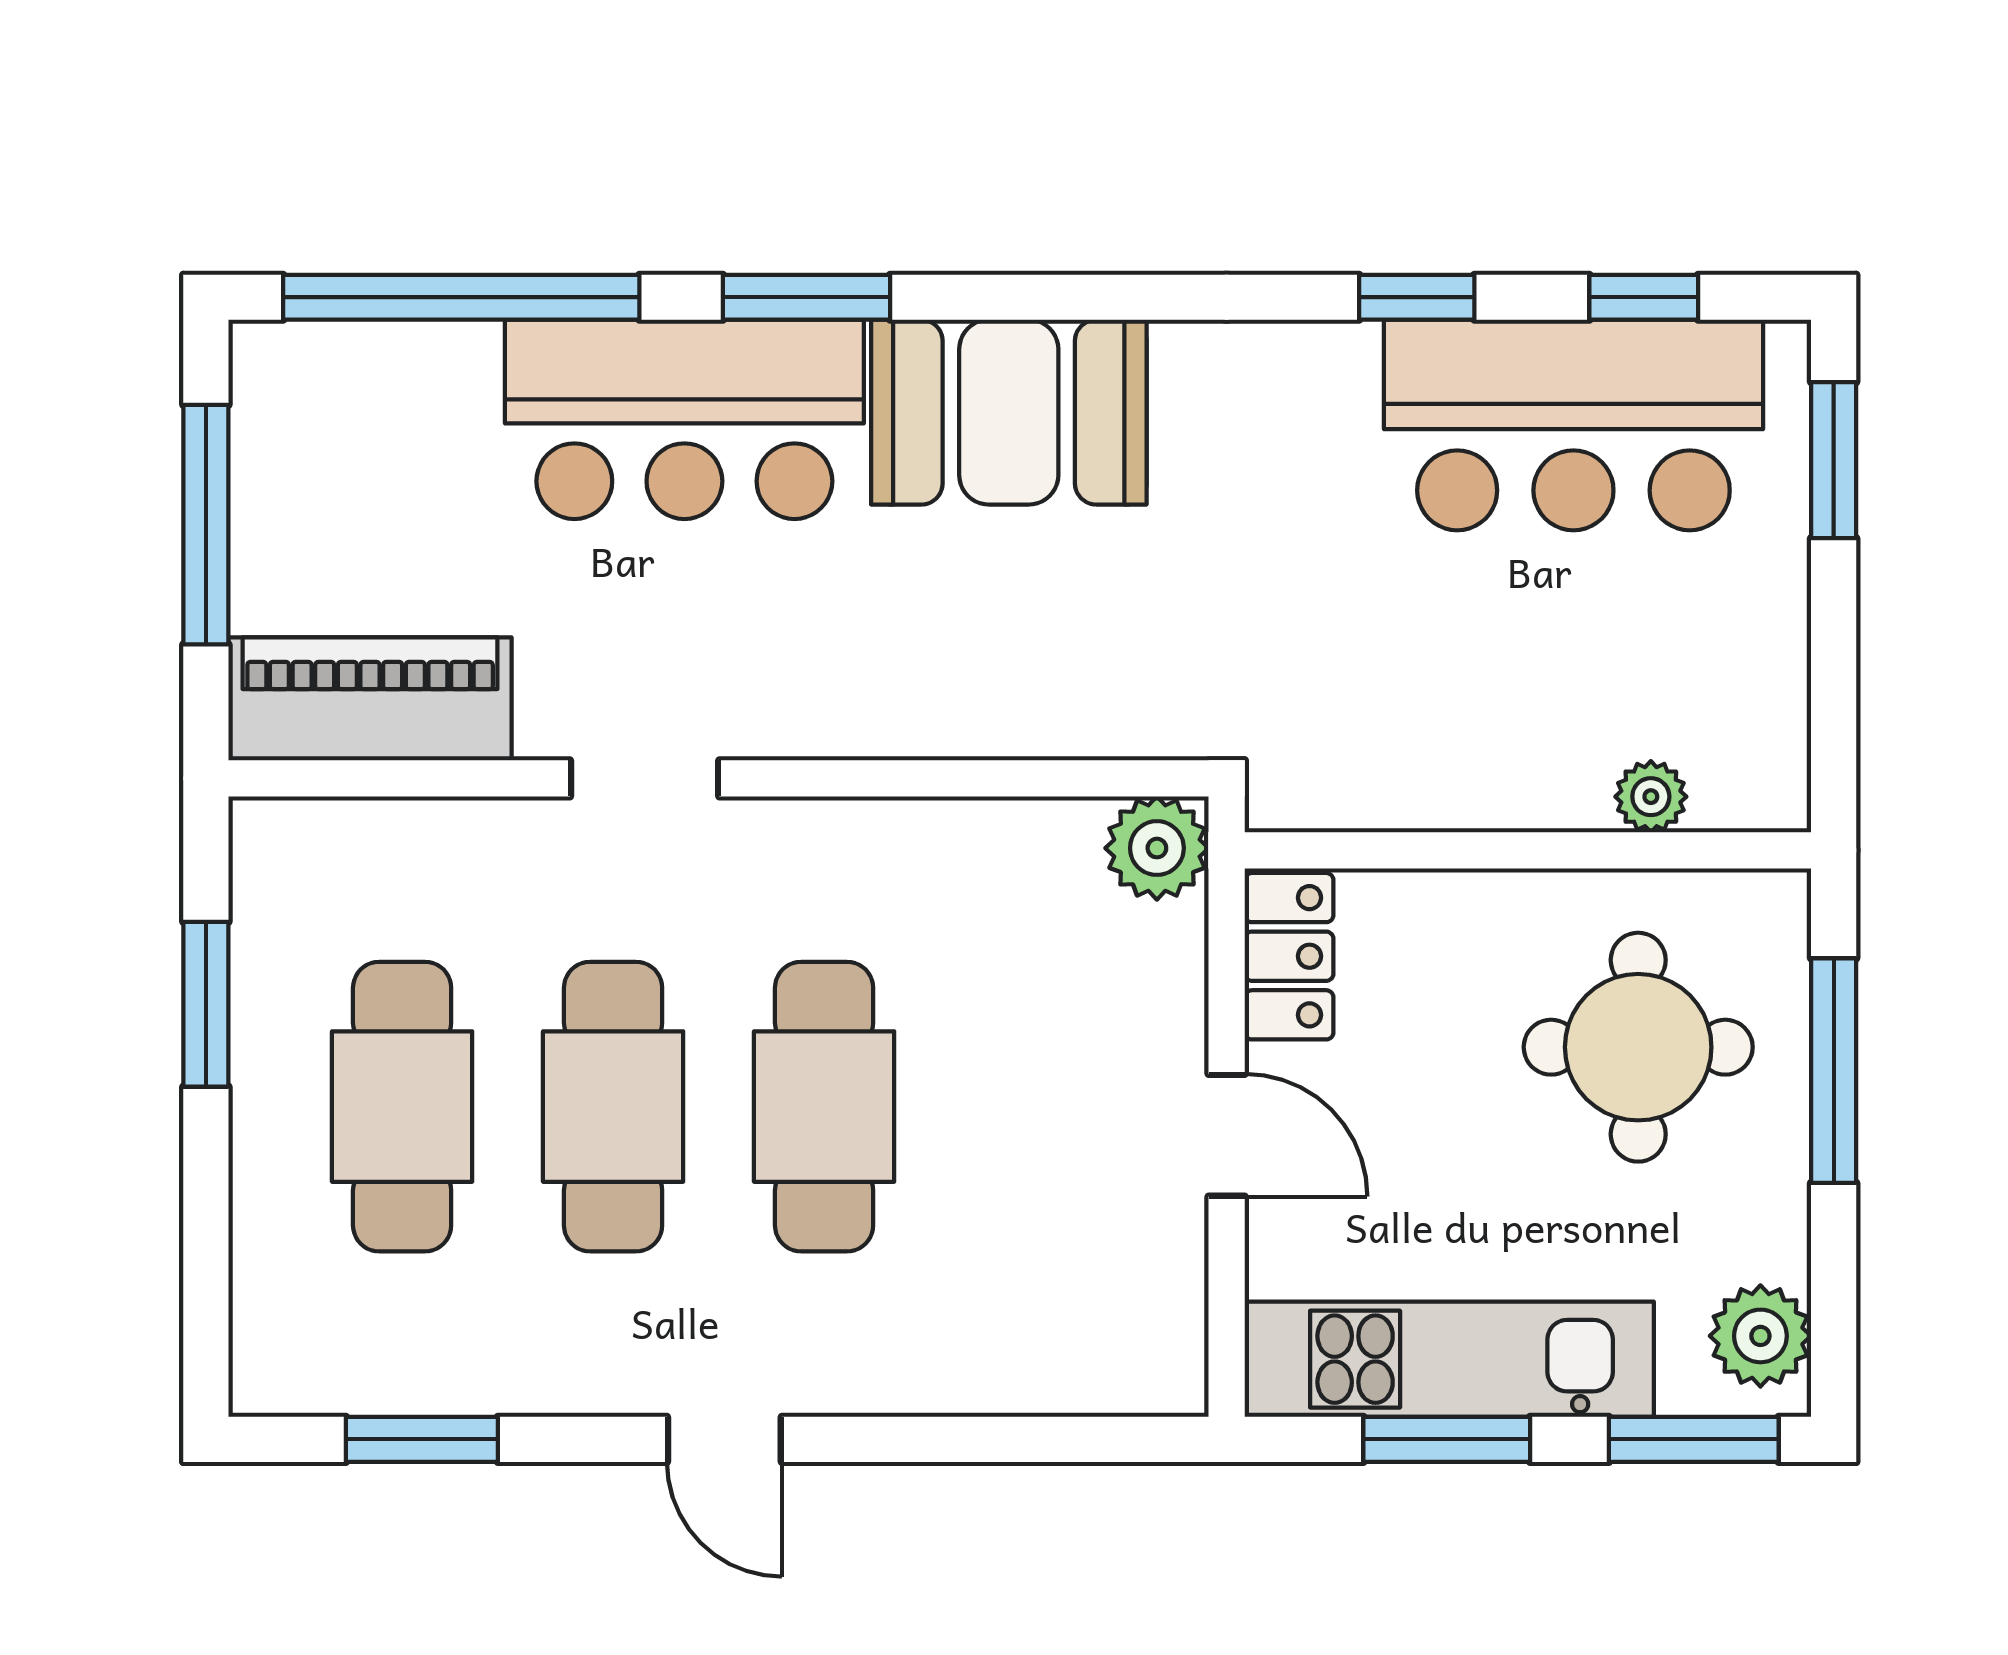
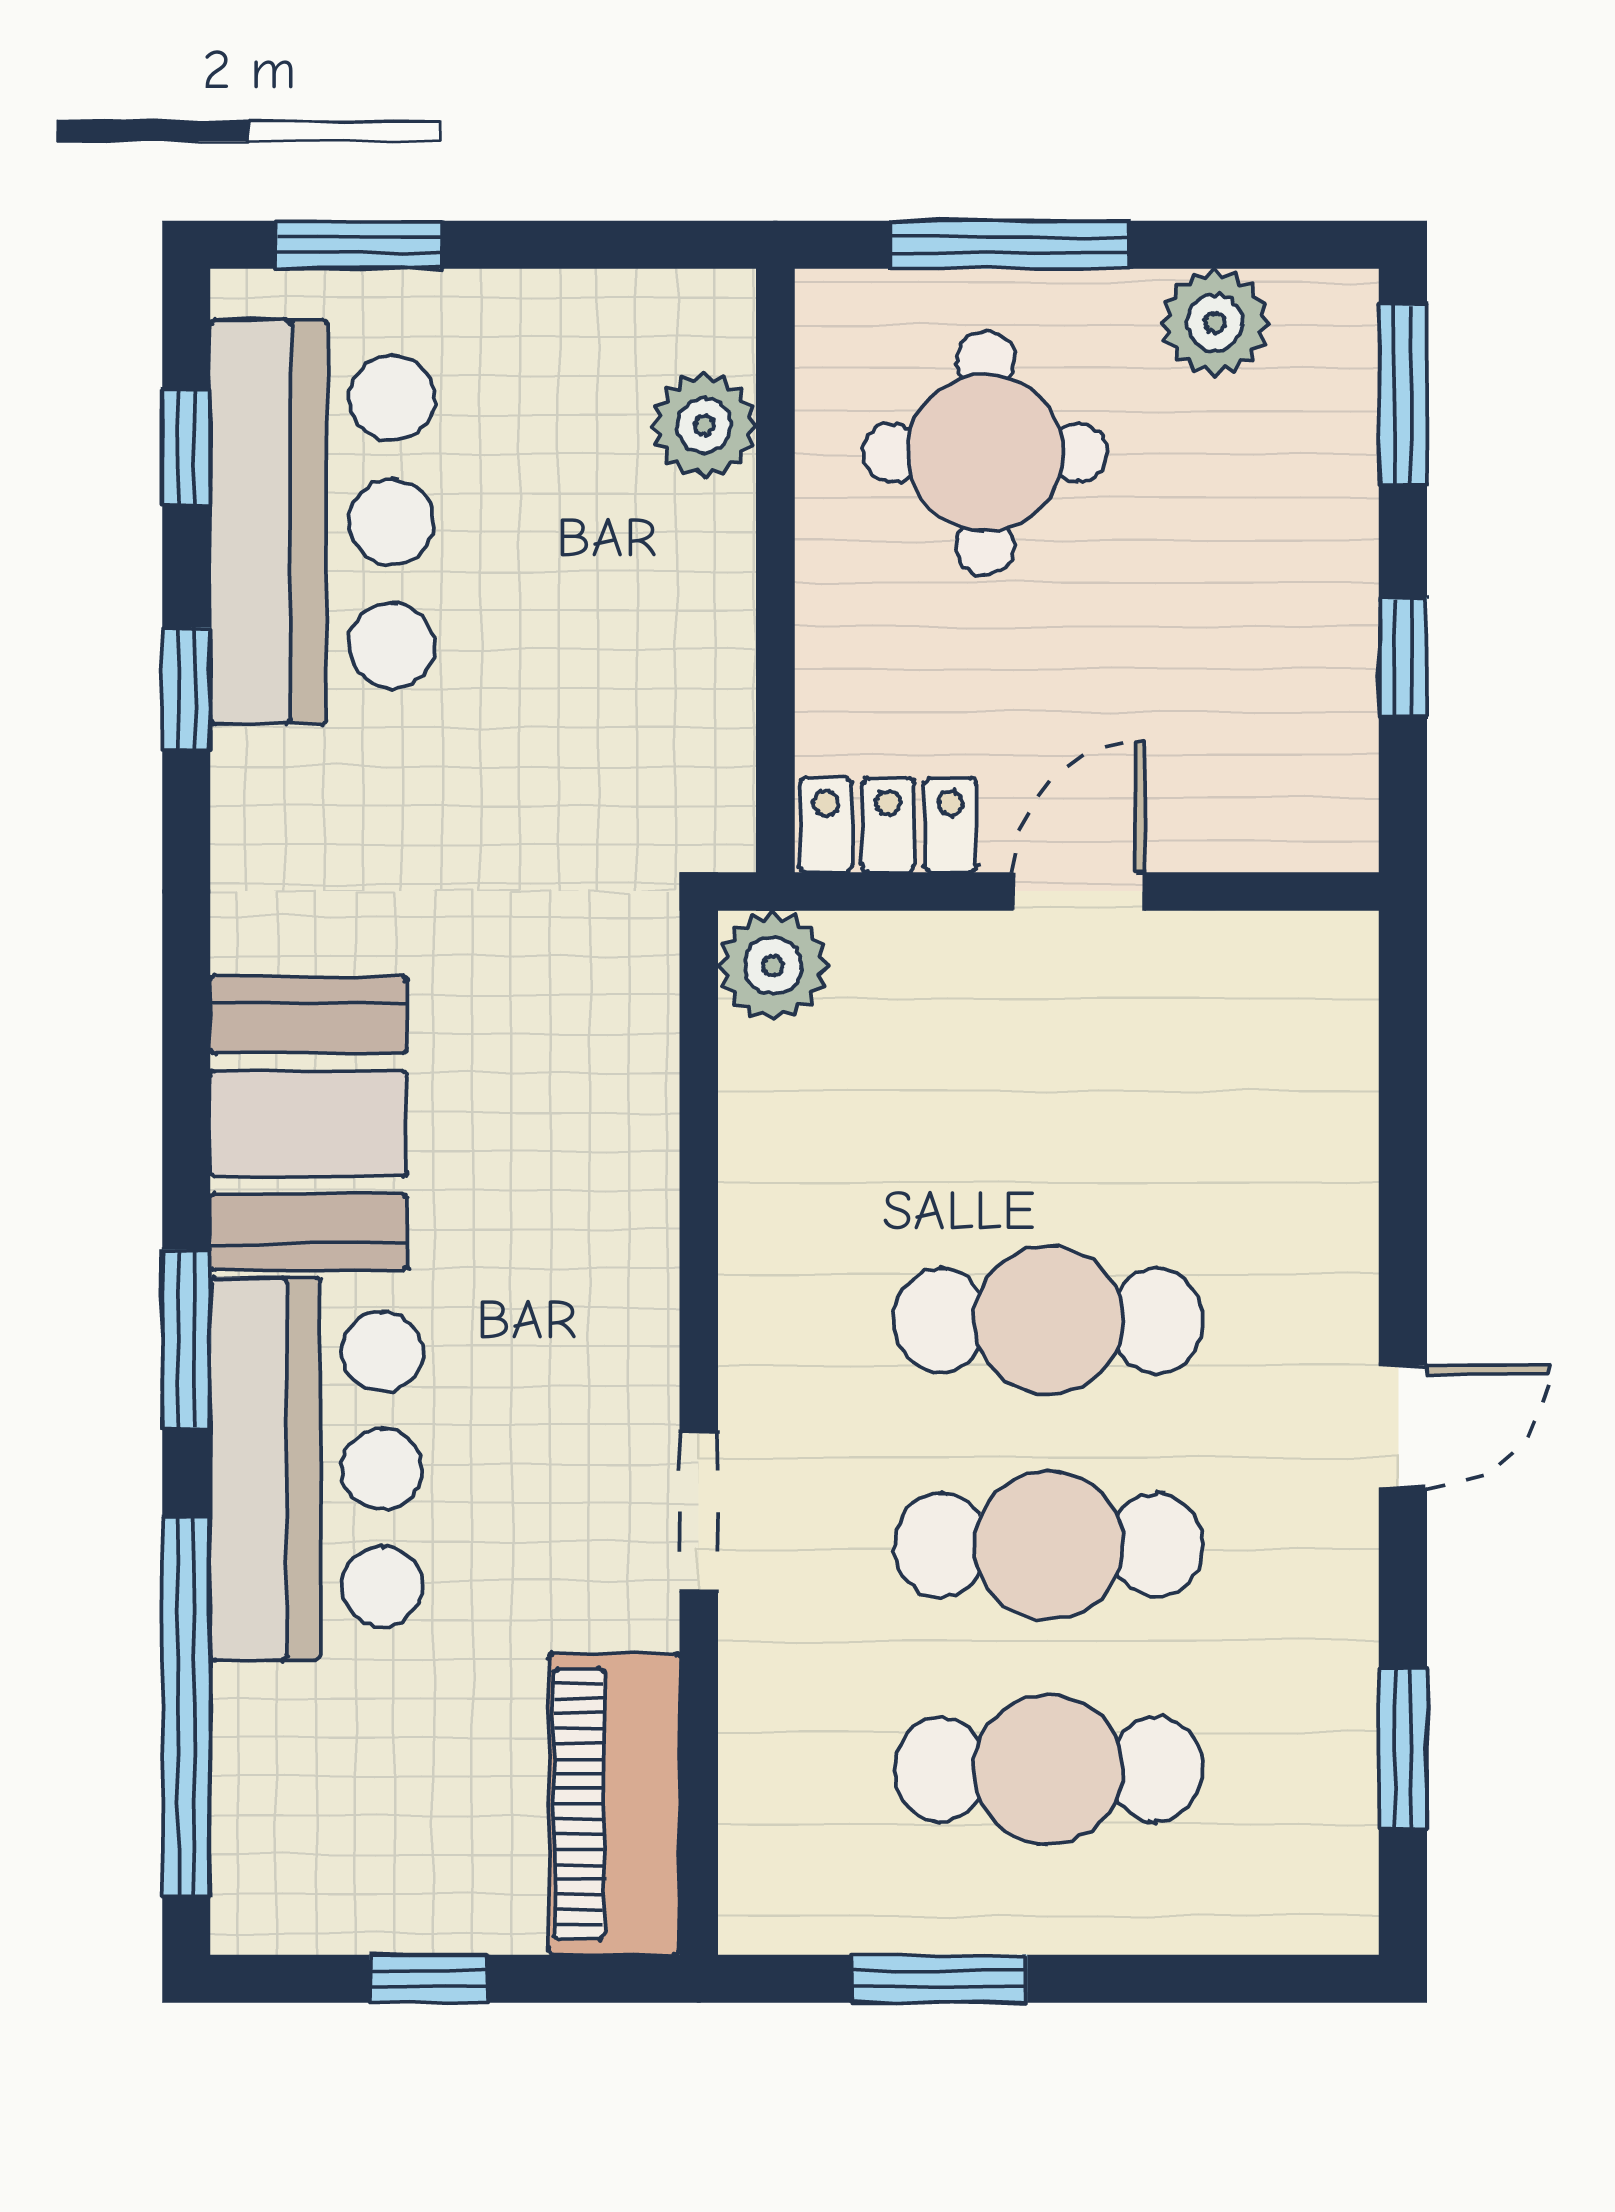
window: (206, 525) -> (429, 1979), width x0.46
plant: (1651, 797) -> (704, 425), width x1.38, depth x1.38
plant: (1760, 1336) -> (1215, 323), moved
kitchen unit: (1449, 1359) -> (1318, 654), removed
window: (1447, 1439) -> (1403, 657), width x0.67

